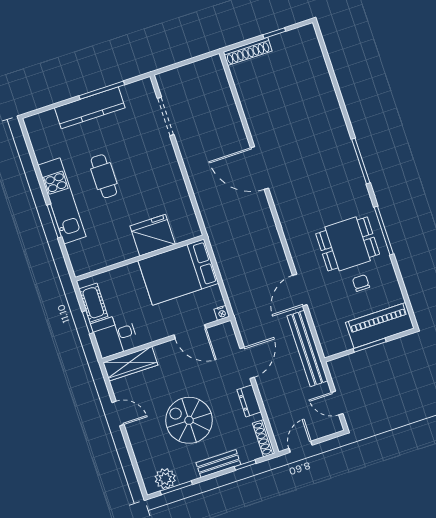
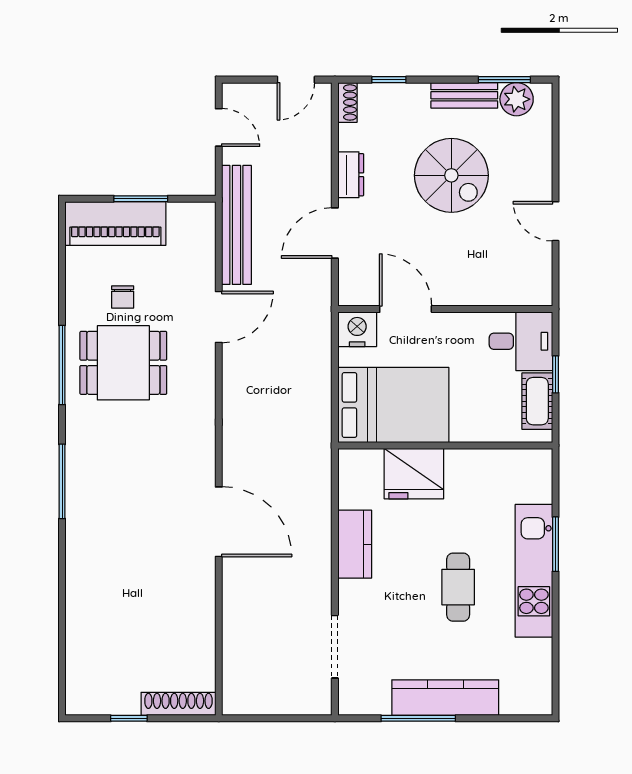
kitchen counter: (174, 181) -> (355, 544), added
nightstand: (222, 313) -> (357, 329), width x1.89, depth x1.79
wardrobe: (130, 364) -> (512, 290), removed
shoe rack: (264, 438) -> (347, 102), width x0.70
bench: (218, 464) -> (464, 95), moved

